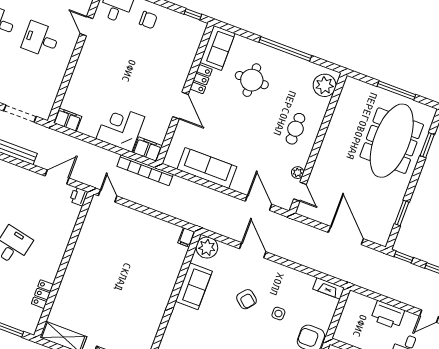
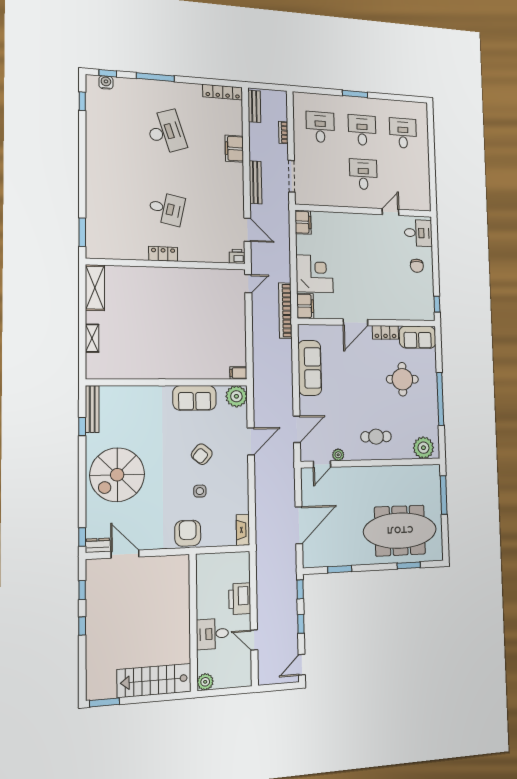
window: (396, 90) -> (444, 495), moved
locker: (42, 294) -> (163, 254), moved

